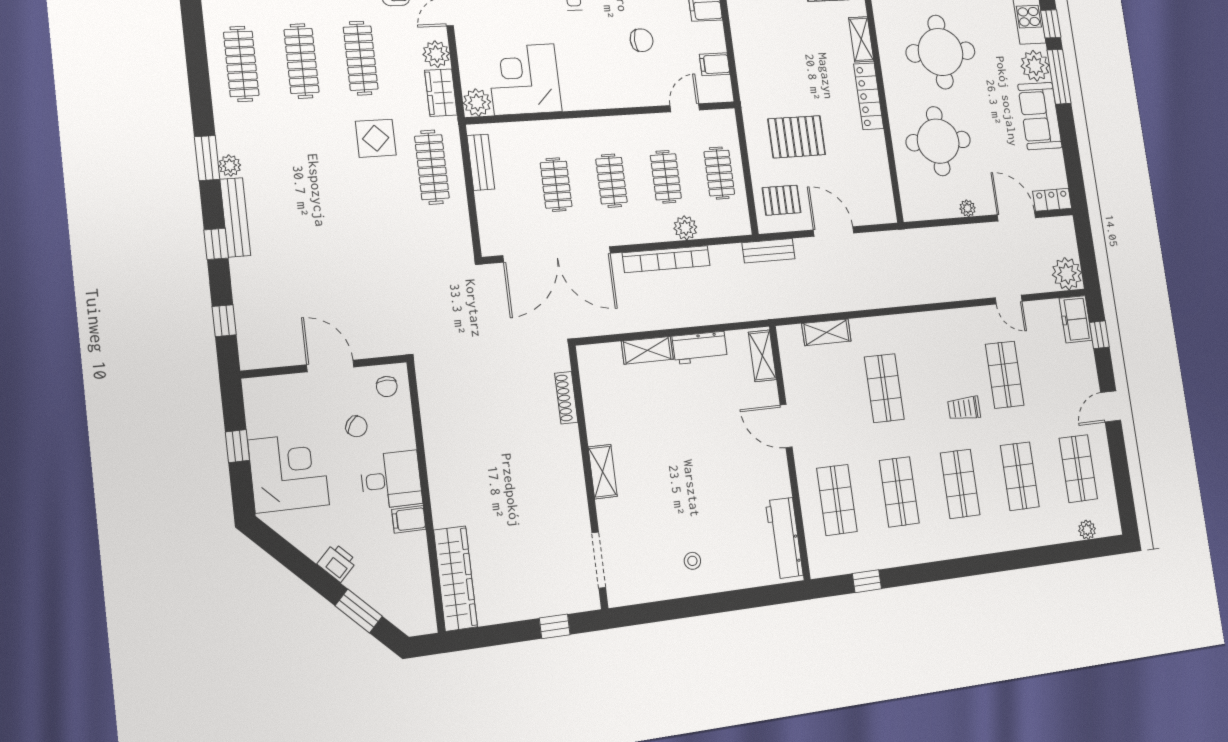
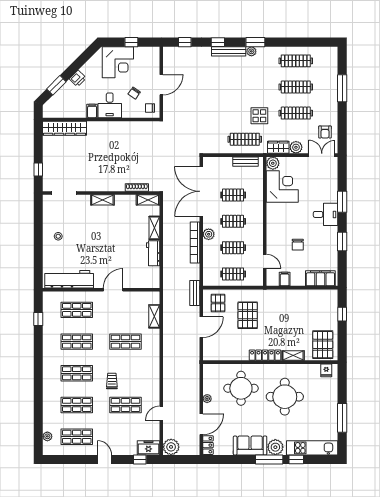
plant: (685, 228) -> (209, 234), moved
shelving: (762, 356) -> (148, 200), moved
workbench: (784, 538) -> (69, 279), width x1.36, depth x1.32

